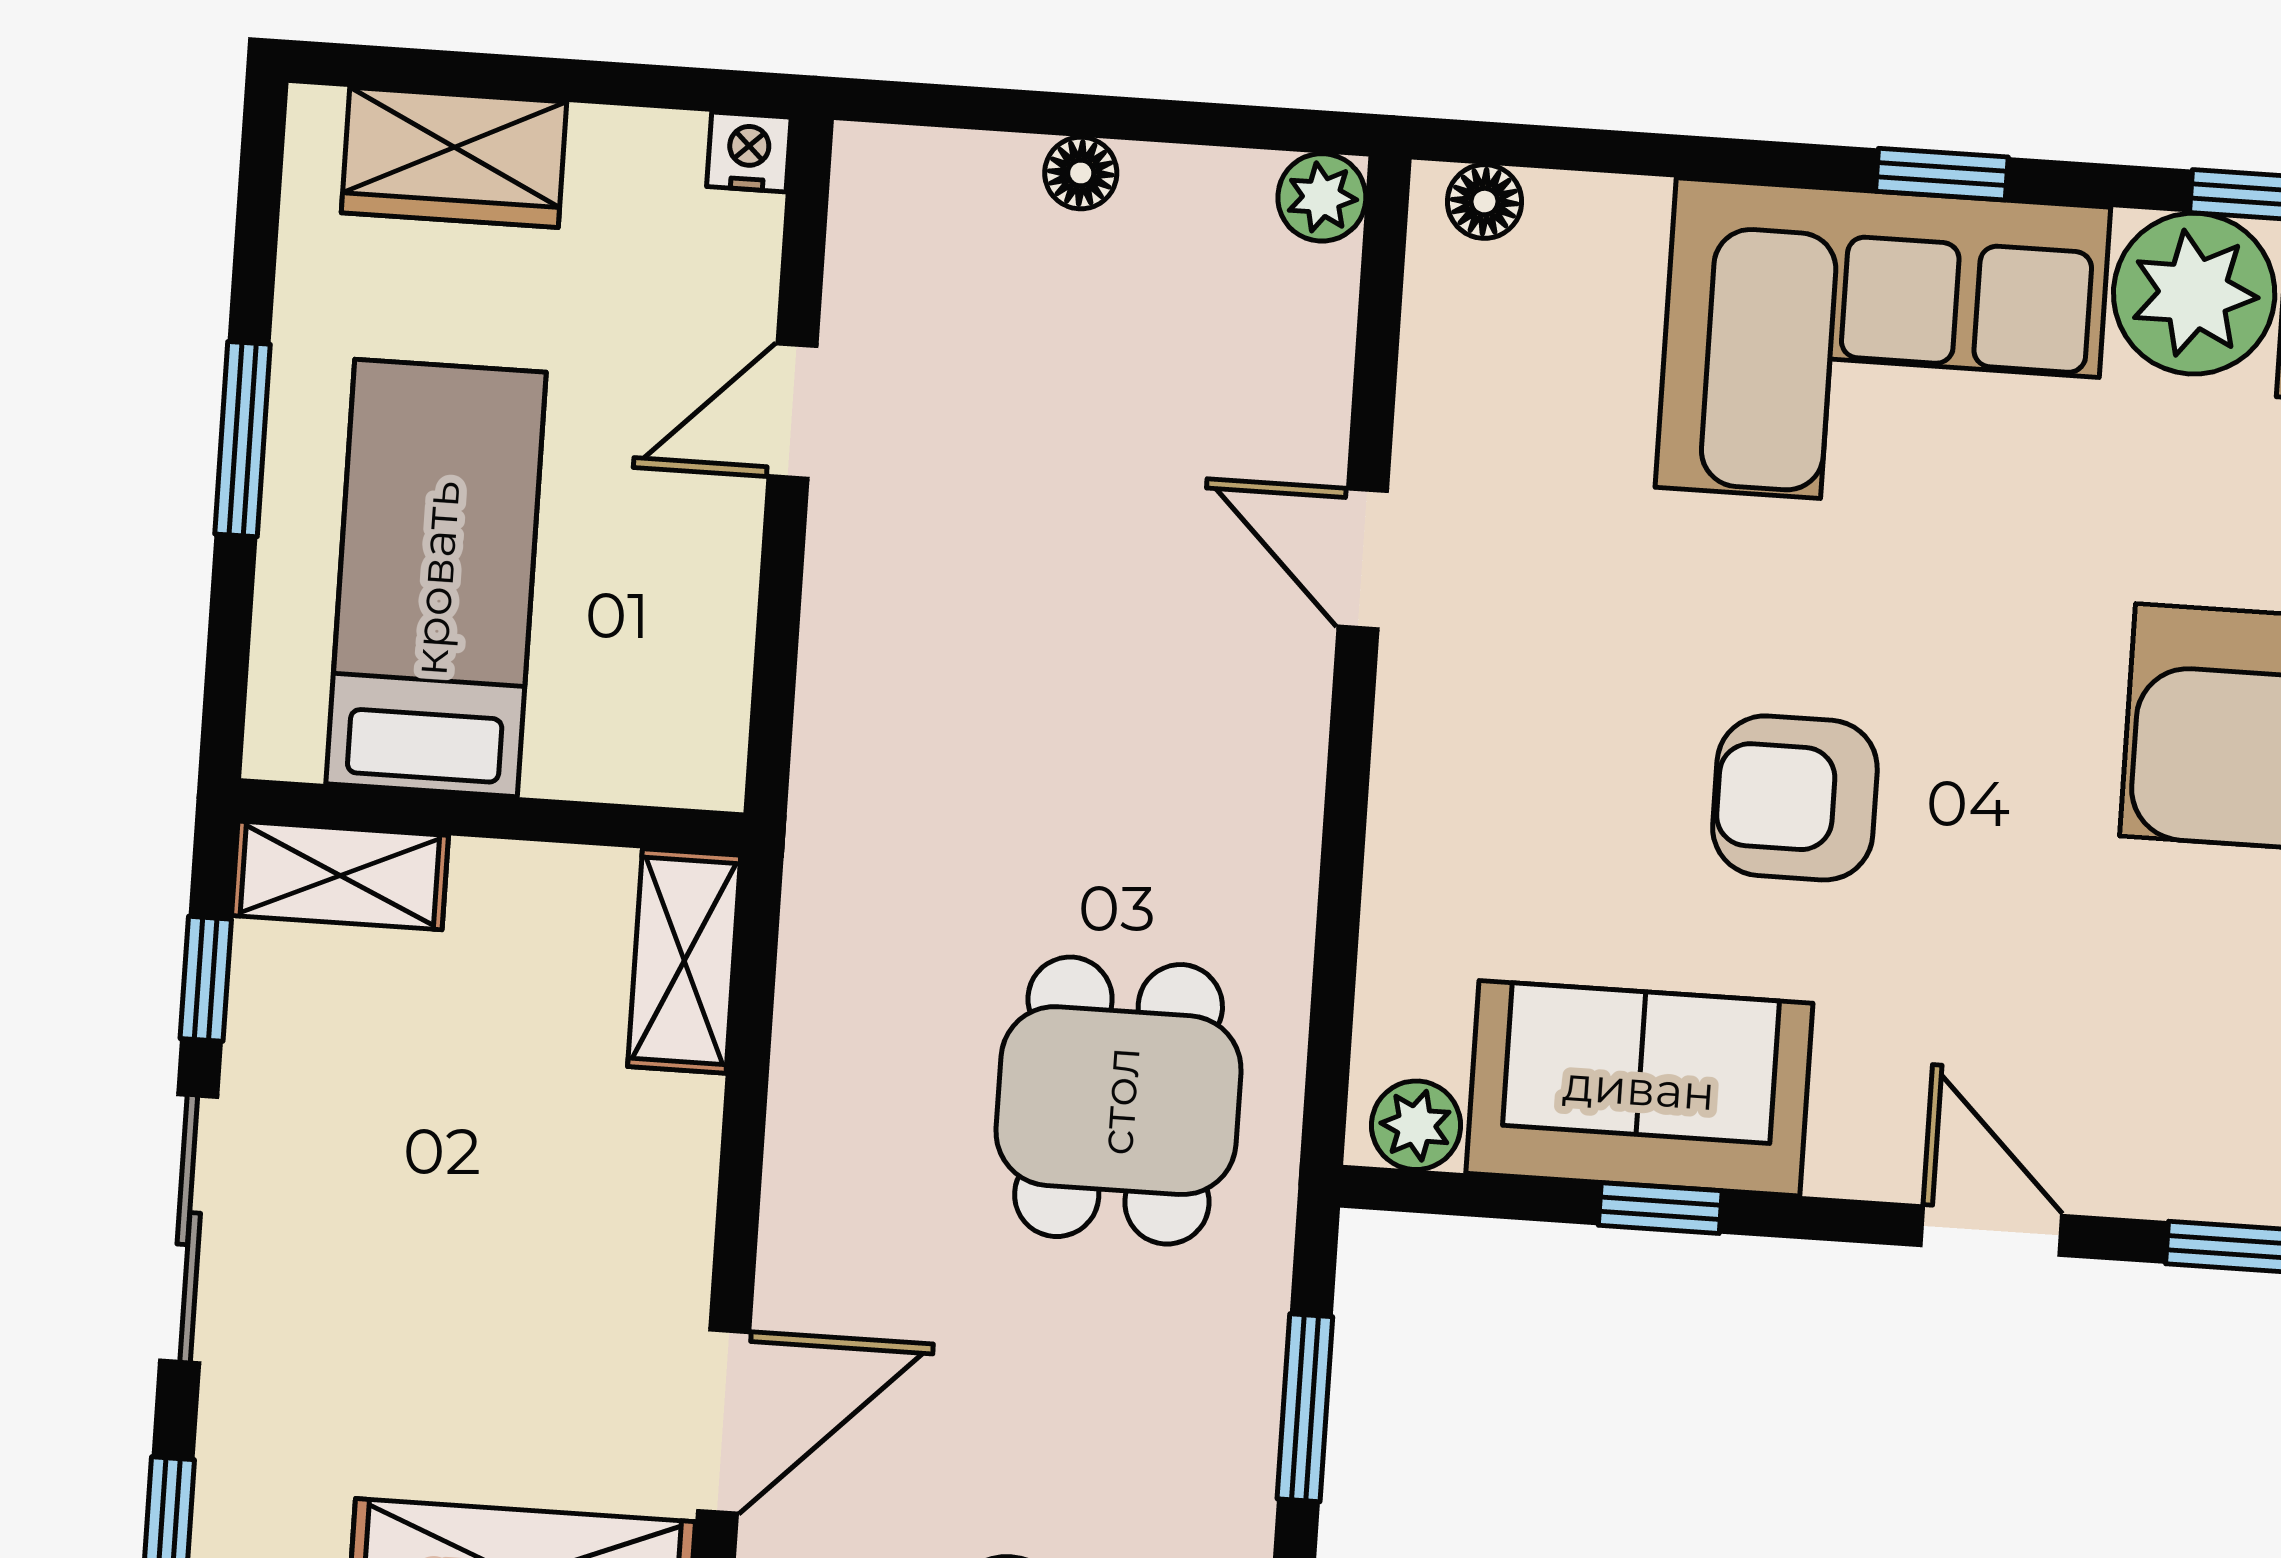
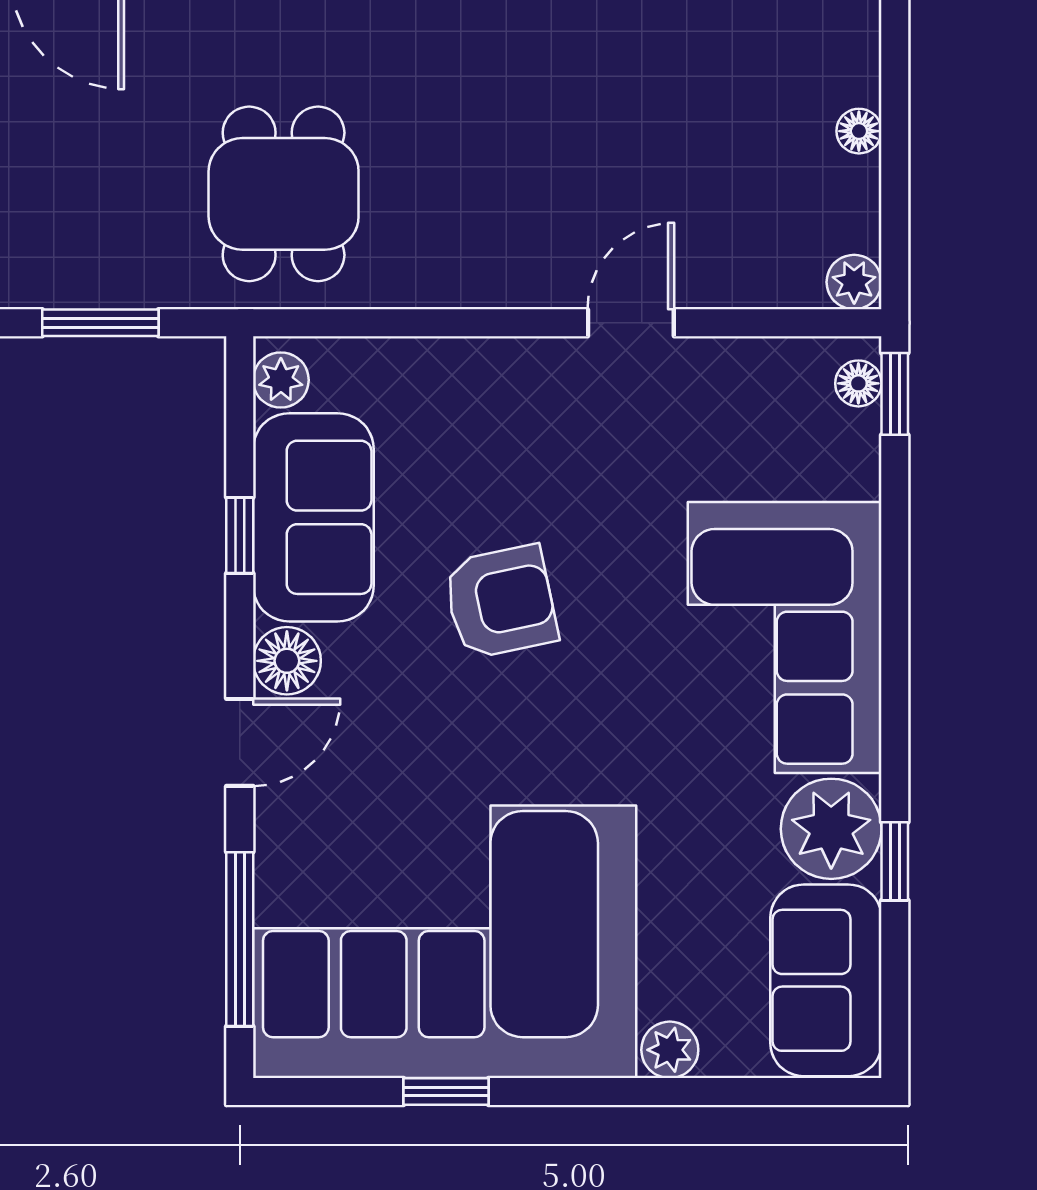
window: (1942, 174) -> (895, 394), moved
armchair: (1795, 798) -> (501, 602), turned 78
dining table: (1119, 1101) -> (284, 194), turned 90
floor lamp: (1866, 1146) -> (287, 661), added

